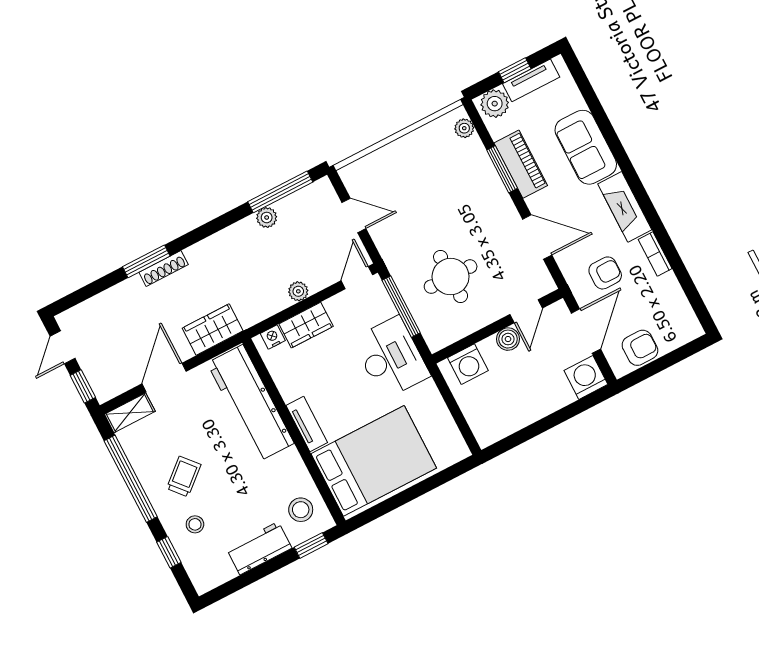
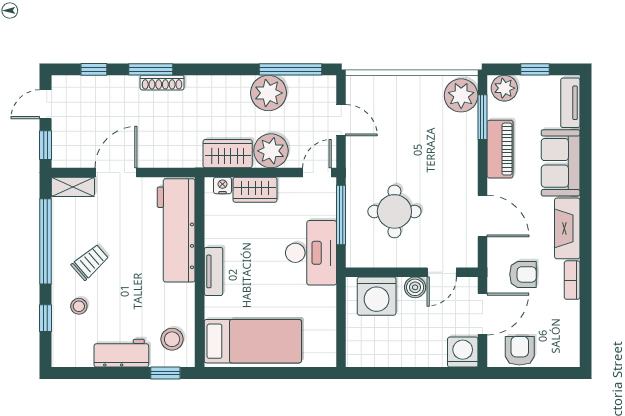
tv unit: (531, 80) -> (570, 103), moved, turned 90
plant: (464, 128) -> (461, 95), width x1.88, depth x1.88
window: (502, 169) -> (482, 117), moved
plant: (267, 217) -> (268, 93), width x1.87, depth x1.87
window: (92, 290) -> (94, 69), added
plant: (298, 291) -> (271, 151), width x1.88, depth x1.88
wardrobe: (213, 330) -> (228, 154), moved
armchair: (640, 348) -> (520, 351), turned -90
washing machine: (468, 364) -> (377, 296), width x1.37, depth x1.37
bed: (374, 461) -> (253, 341), width x0.67

